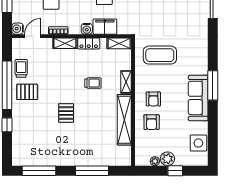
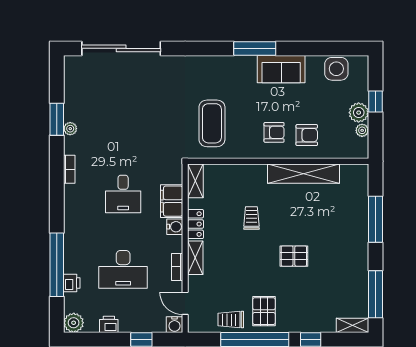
shelving: (126, 82) -> (352, 325), moved
sofa: (198, 98) -> (281, 69), width x0.73

